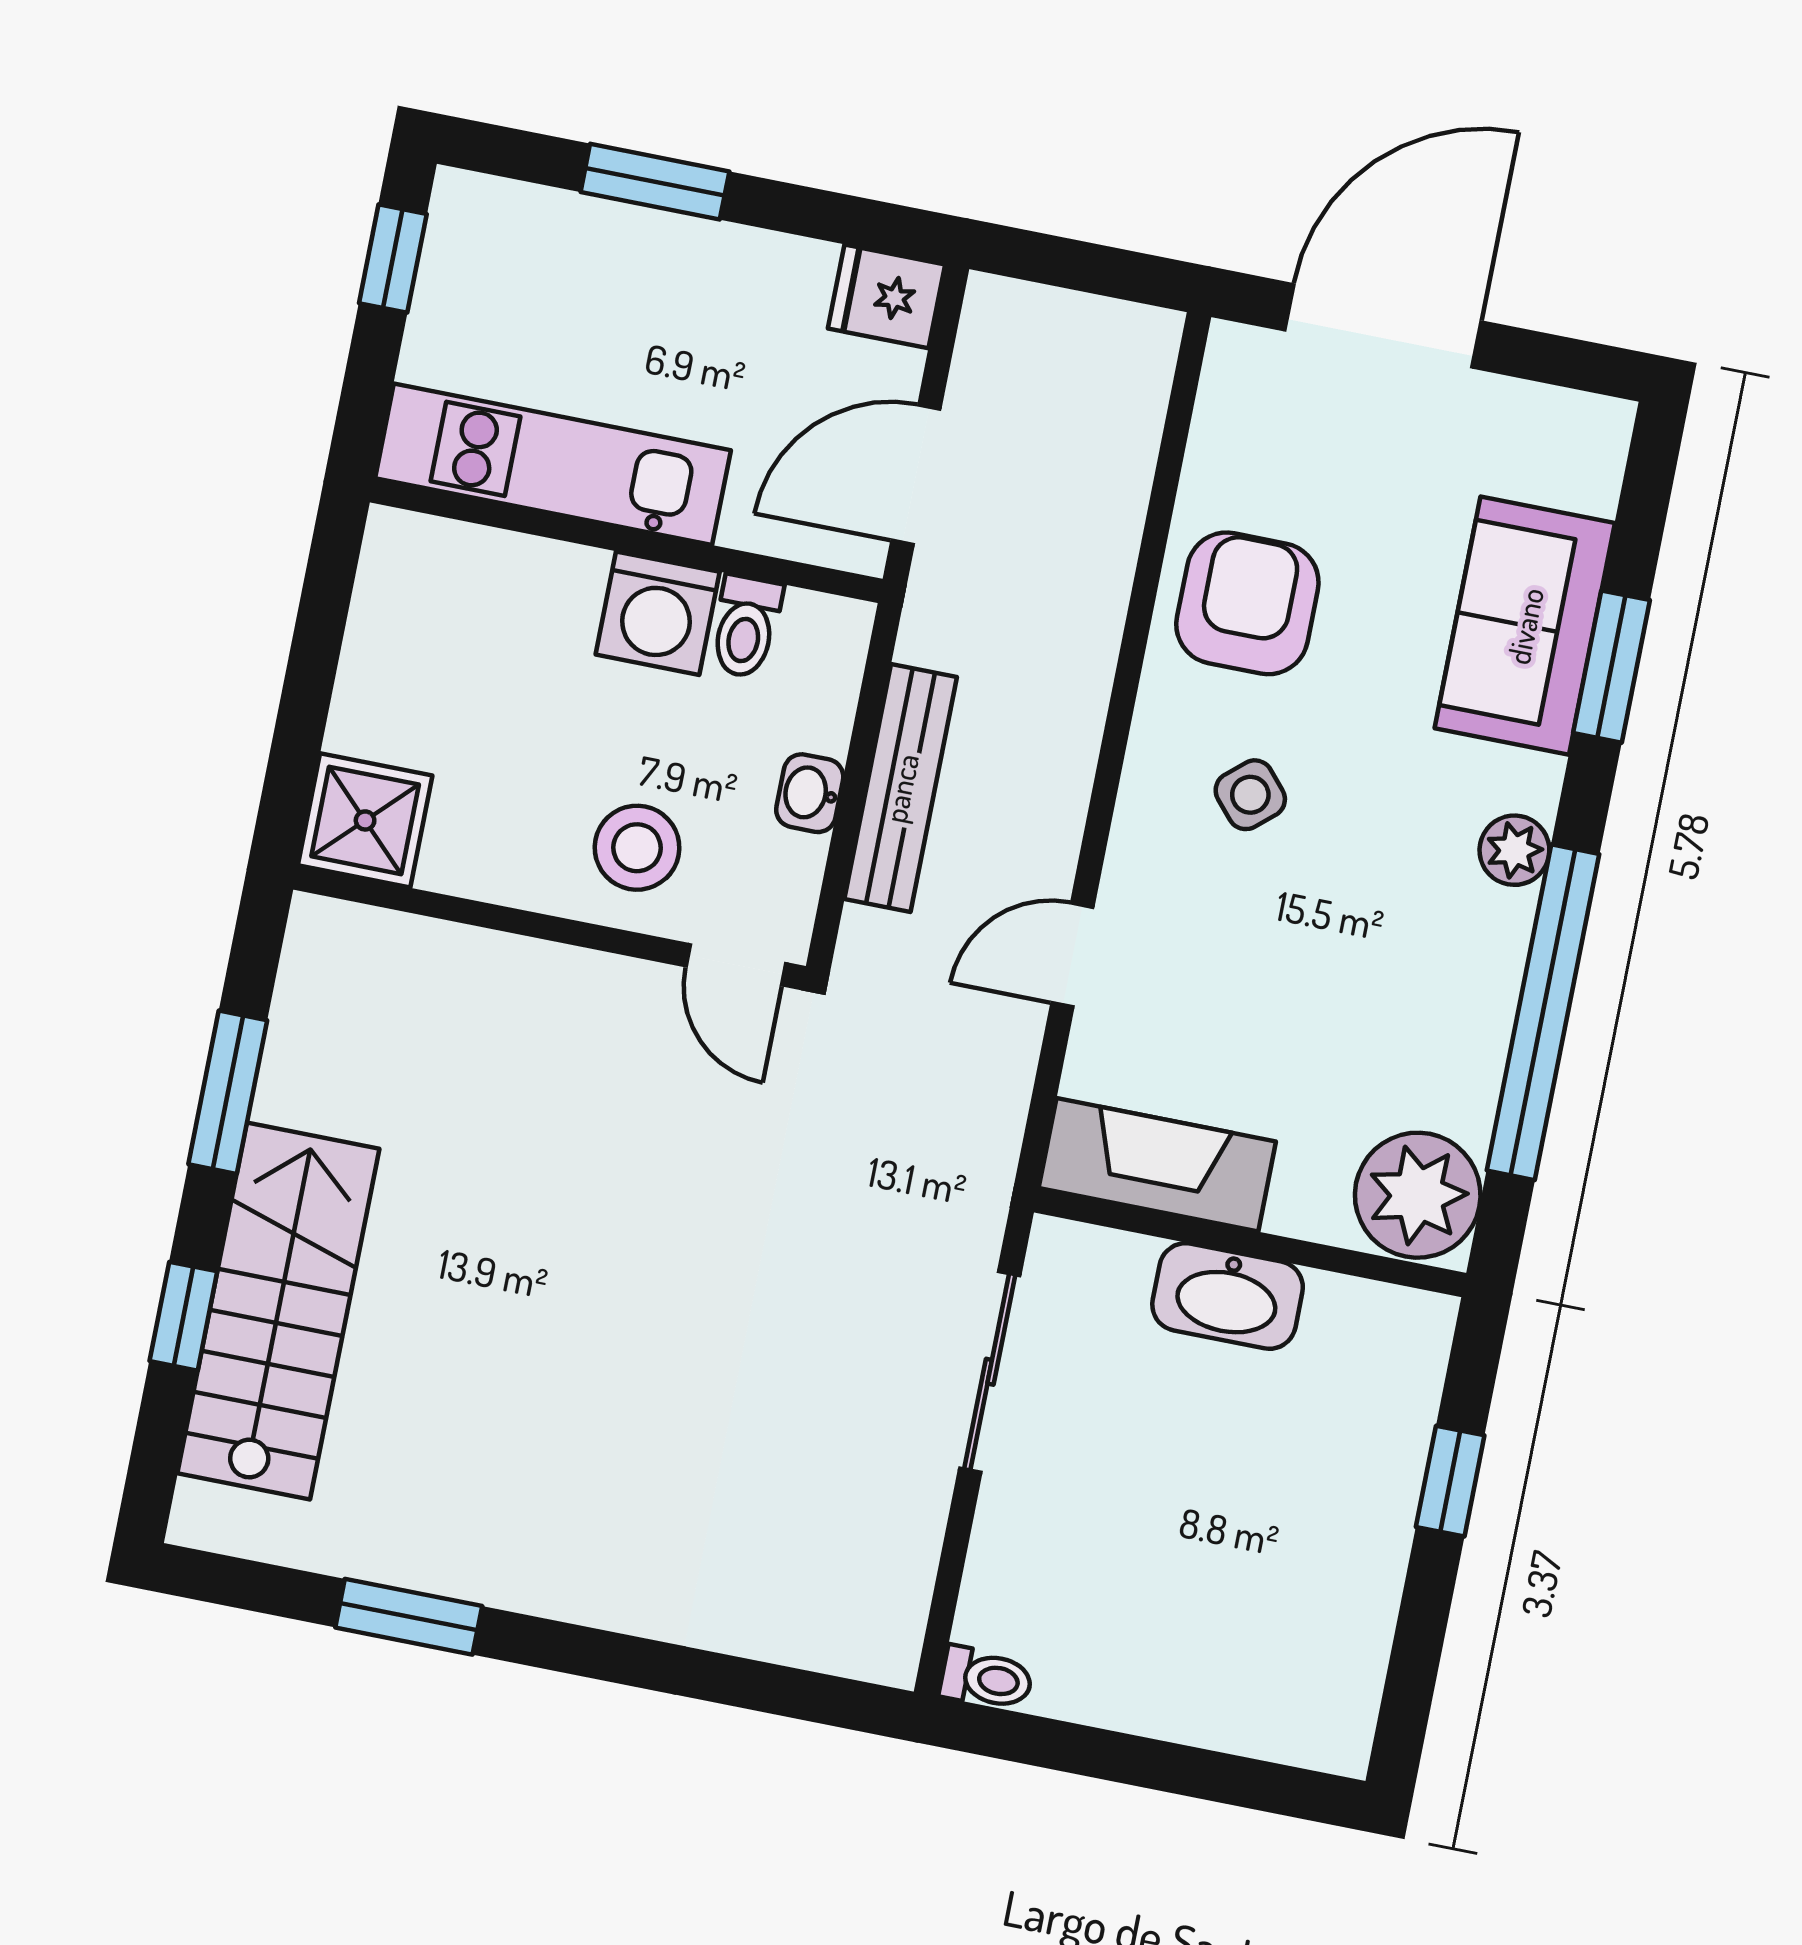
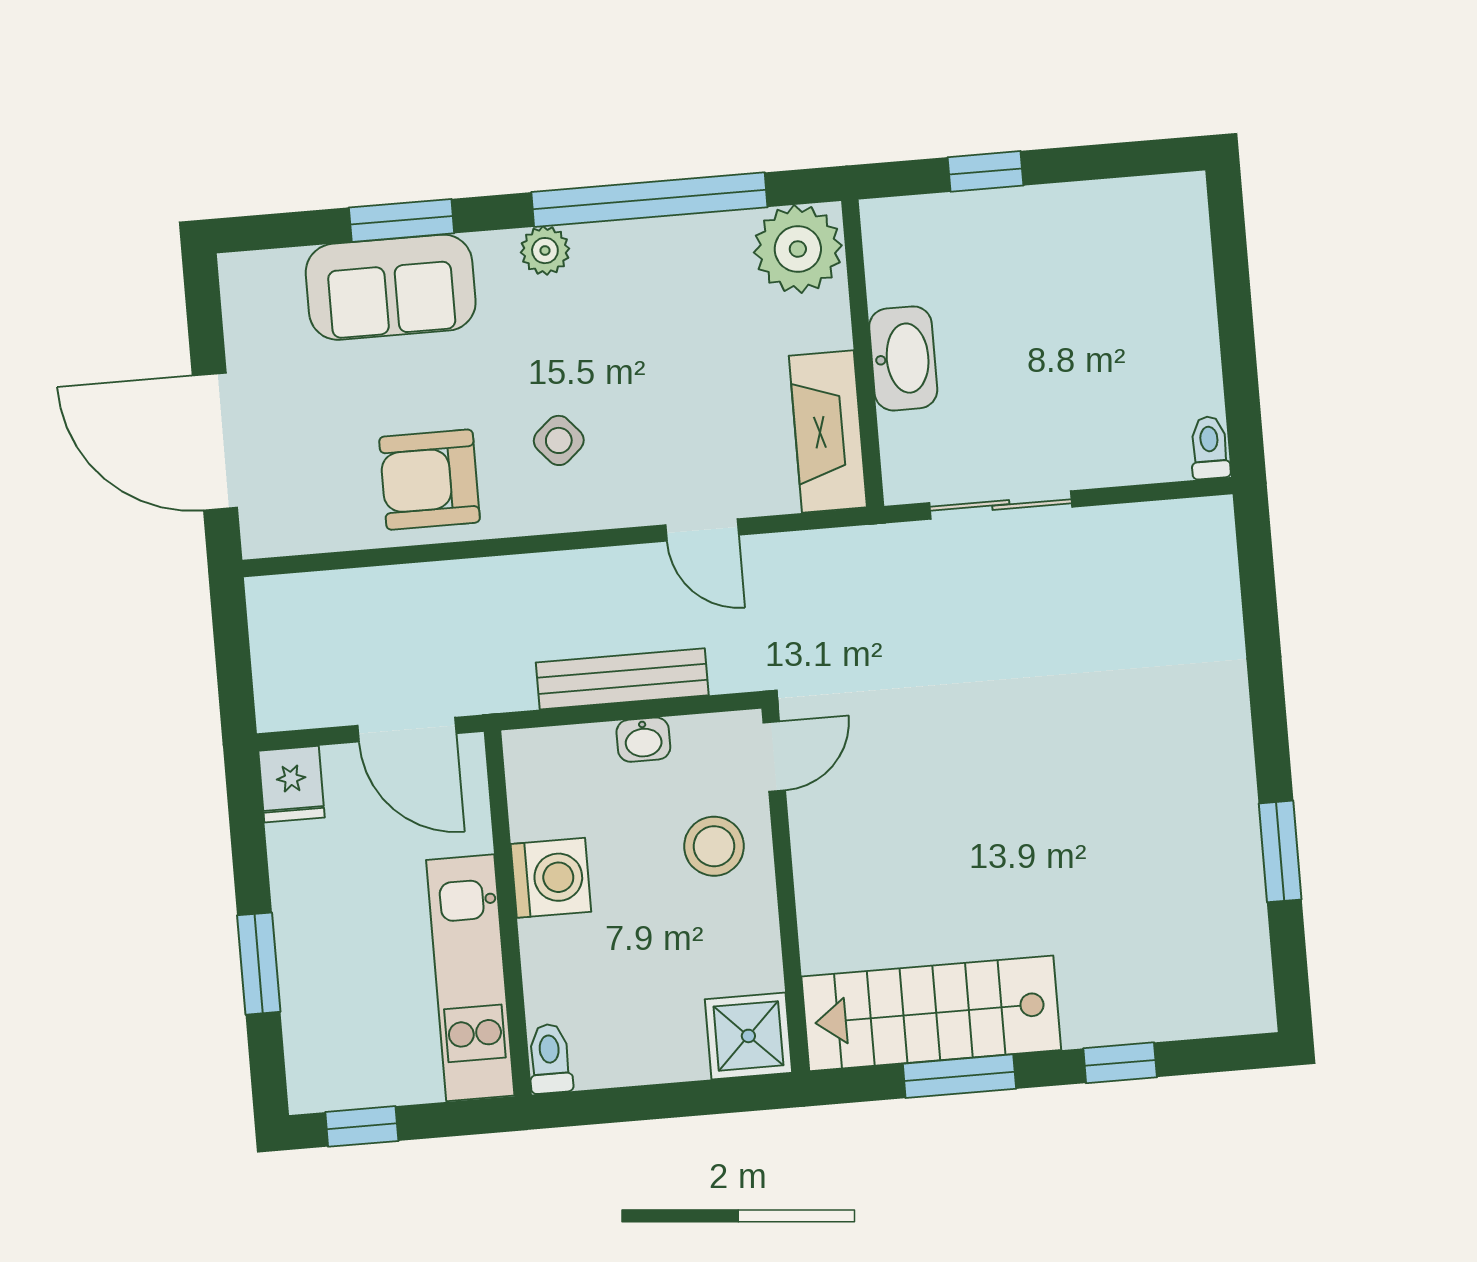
toilet: (746, 627) -> (550, 1059), moved, turned -90
stairs: (278, 1311) -> (931, 1013), moved

